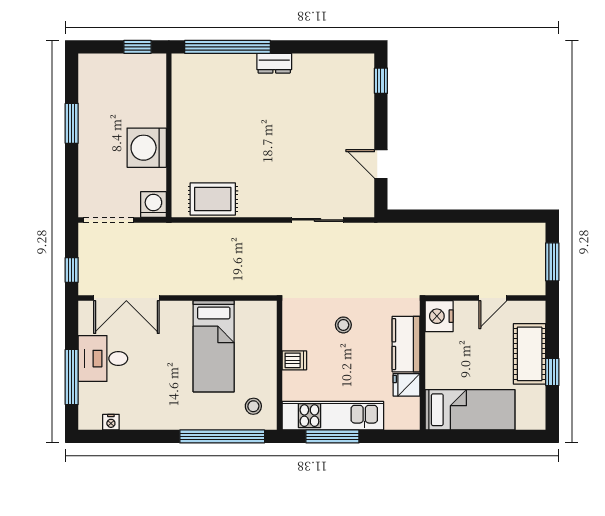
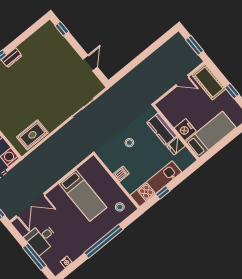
door: (381, 164) -> (90, 63), swing flipped
door: (493, 298) -> (182, 81), hinge flipped
nightstand: (439, 316) -> (185, 130), moved
cot: (530, 354) -> (209, 82), moved
window: (222, 436) -> (104, 241), moved
window: (332, 436) -> (163, 193), width x0.46

